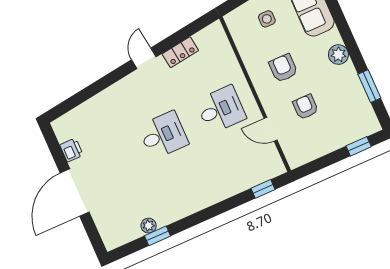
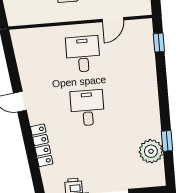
locker: (180, 52) -> (42, 145), moved, width x1.53
plant: (149, 226) -> (151, 151), width x1.87, depth x1.87

